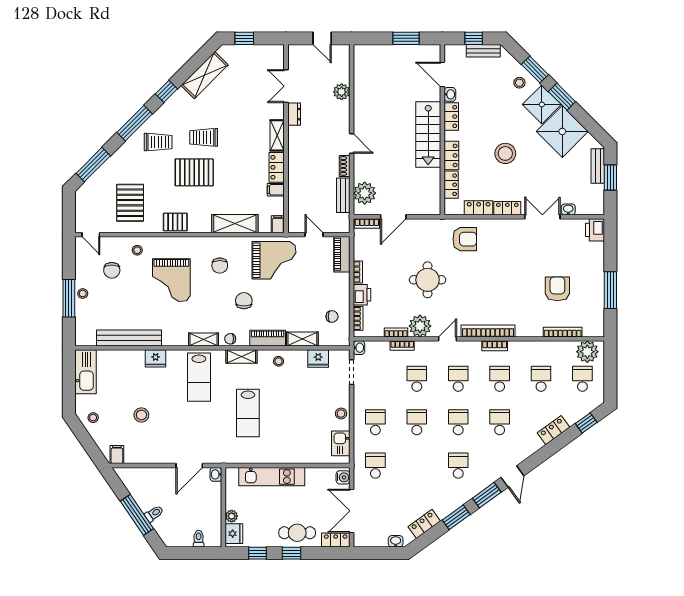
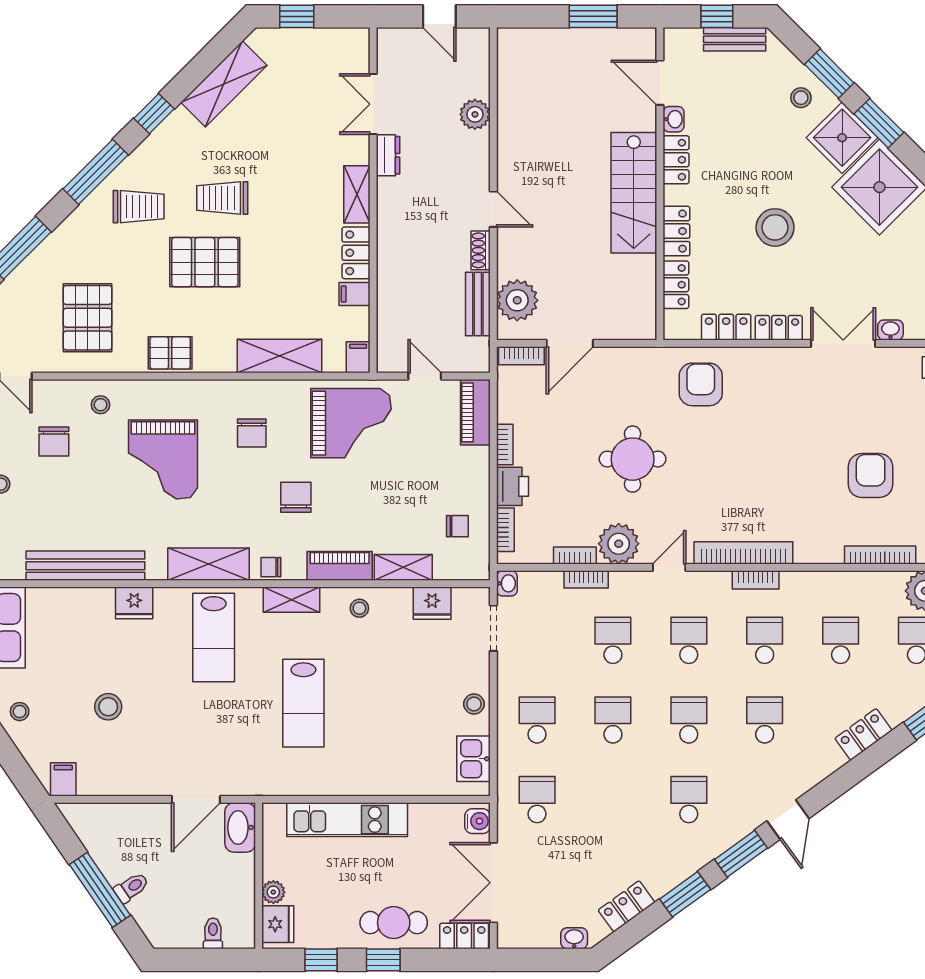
armchair: (465, 239) -> (701, 384), turned -90
shelving: (204, 339) -> (208, 564), width x1.50, depth x1.33
washbasin: (216, 474) -> (240, 827), width x1.91, depth x1.45

